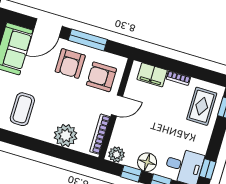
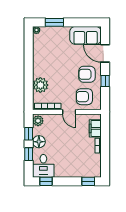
window: (88, 40) -> (105, 81), width x0.46
armchair: (101, 77) -> (84, 97), turned -90
rug: (202, 106) -> (85, 166), removed
coffee table: (22, 109) -> (49, 53), removed

